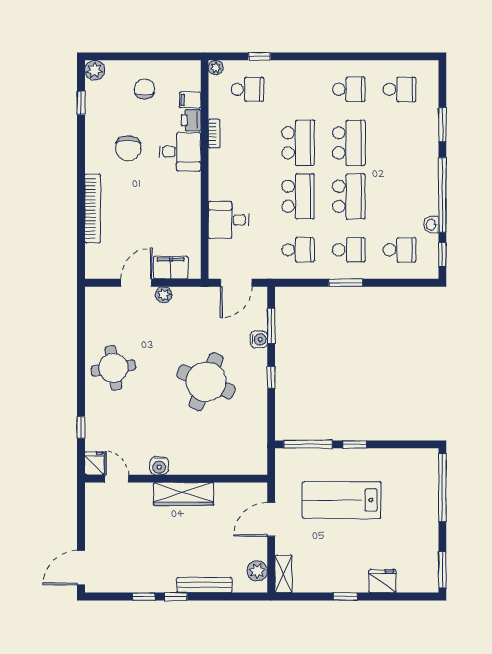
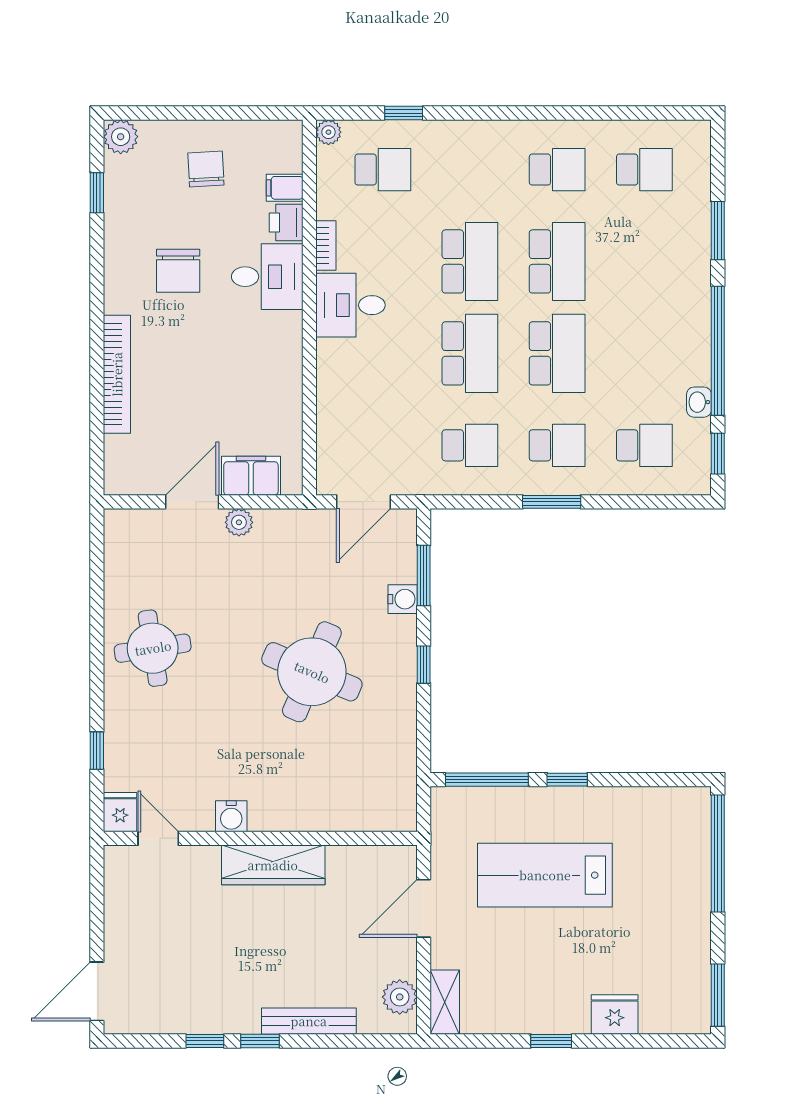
desk: (229, 220) -> (350, 305), moved

